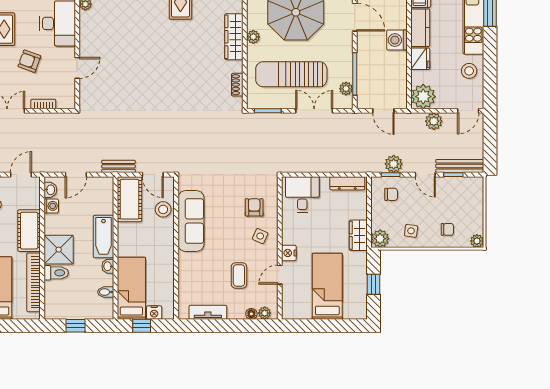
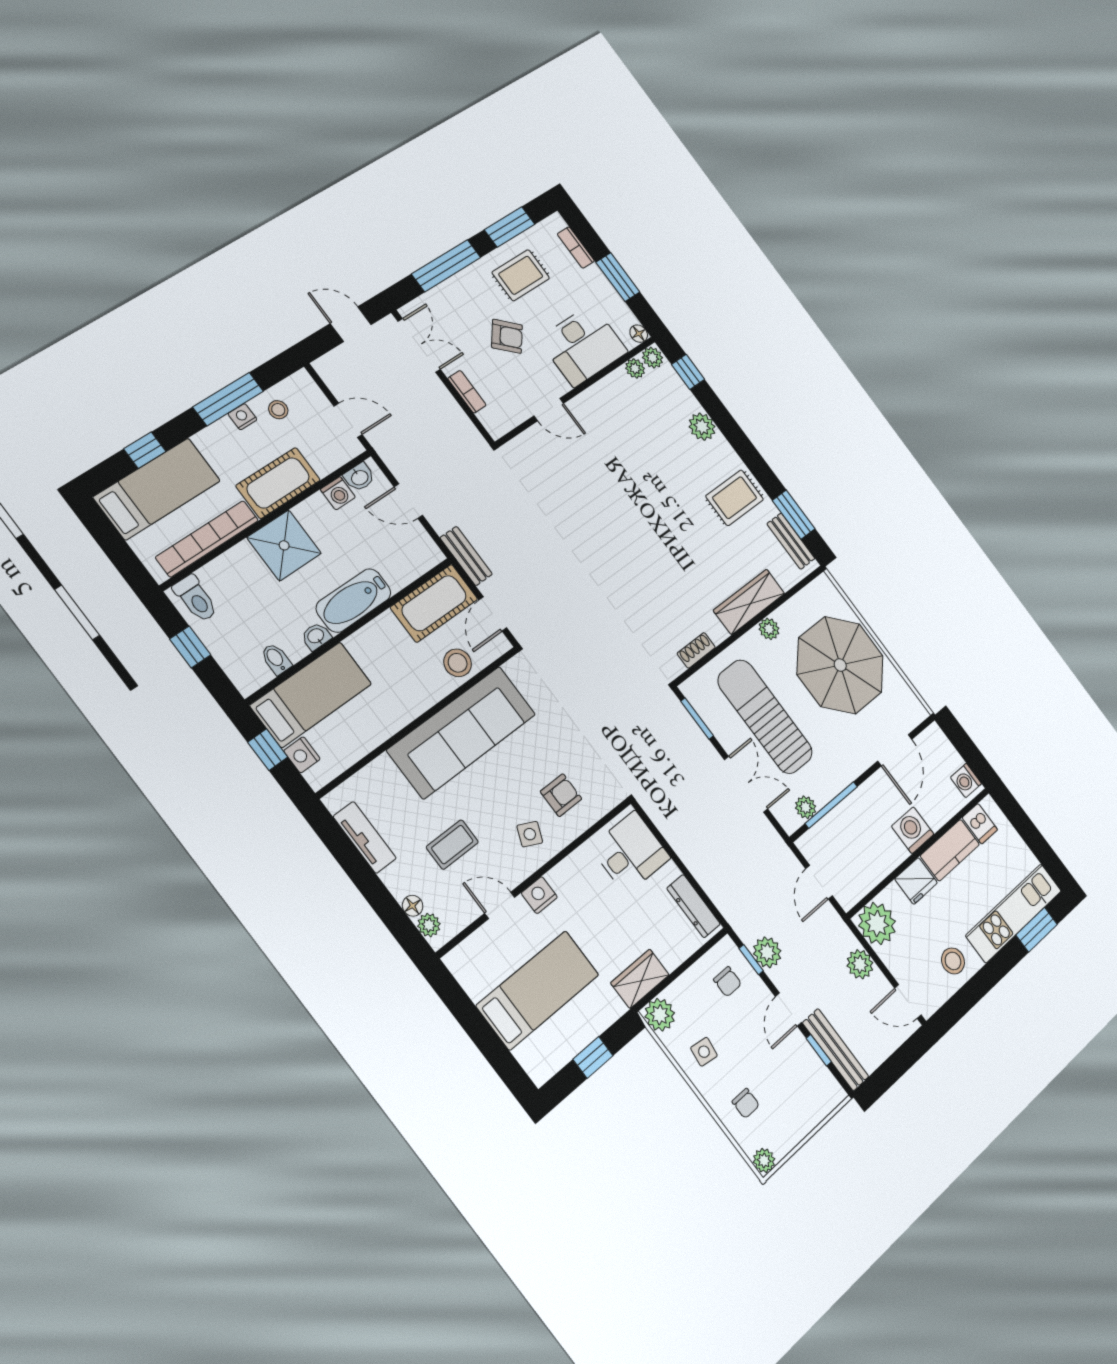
armchair: (29, 61) -> (507, 336), turned 112
sofa: (191, 221) -> (462, 732), width x1.36, depth x1.27
toilet: (56, 273) -> (196, 598), moved

